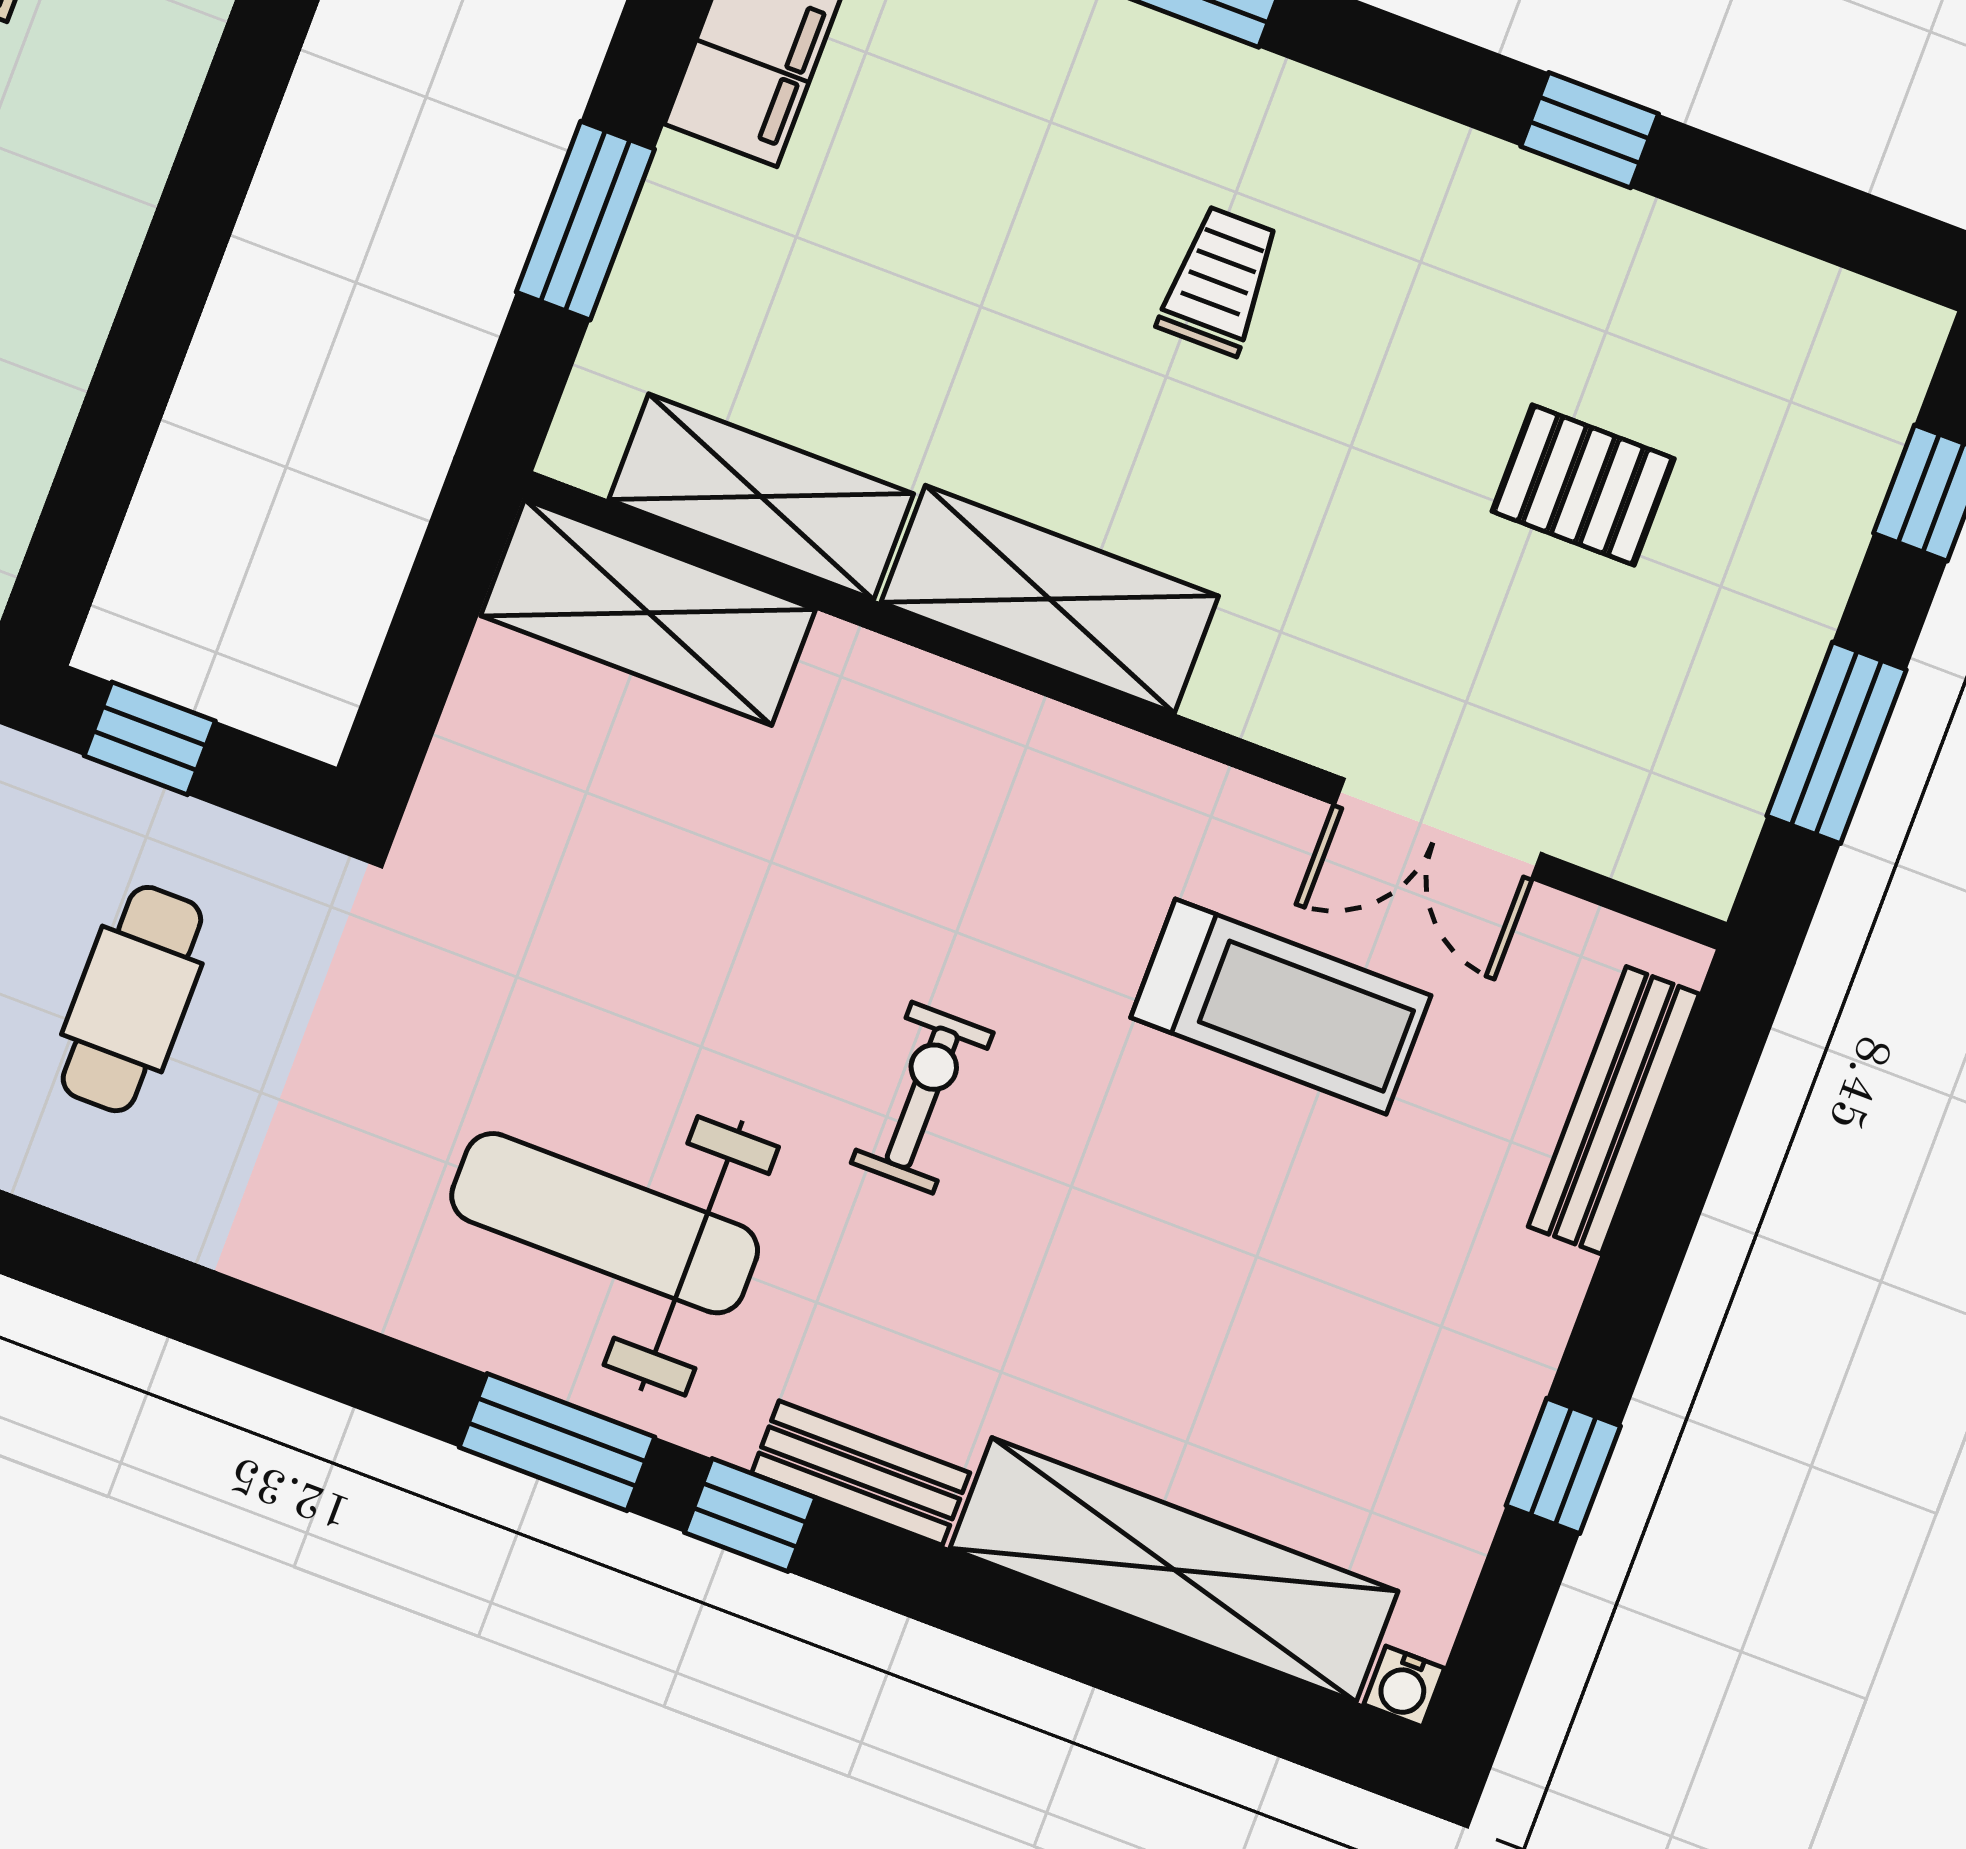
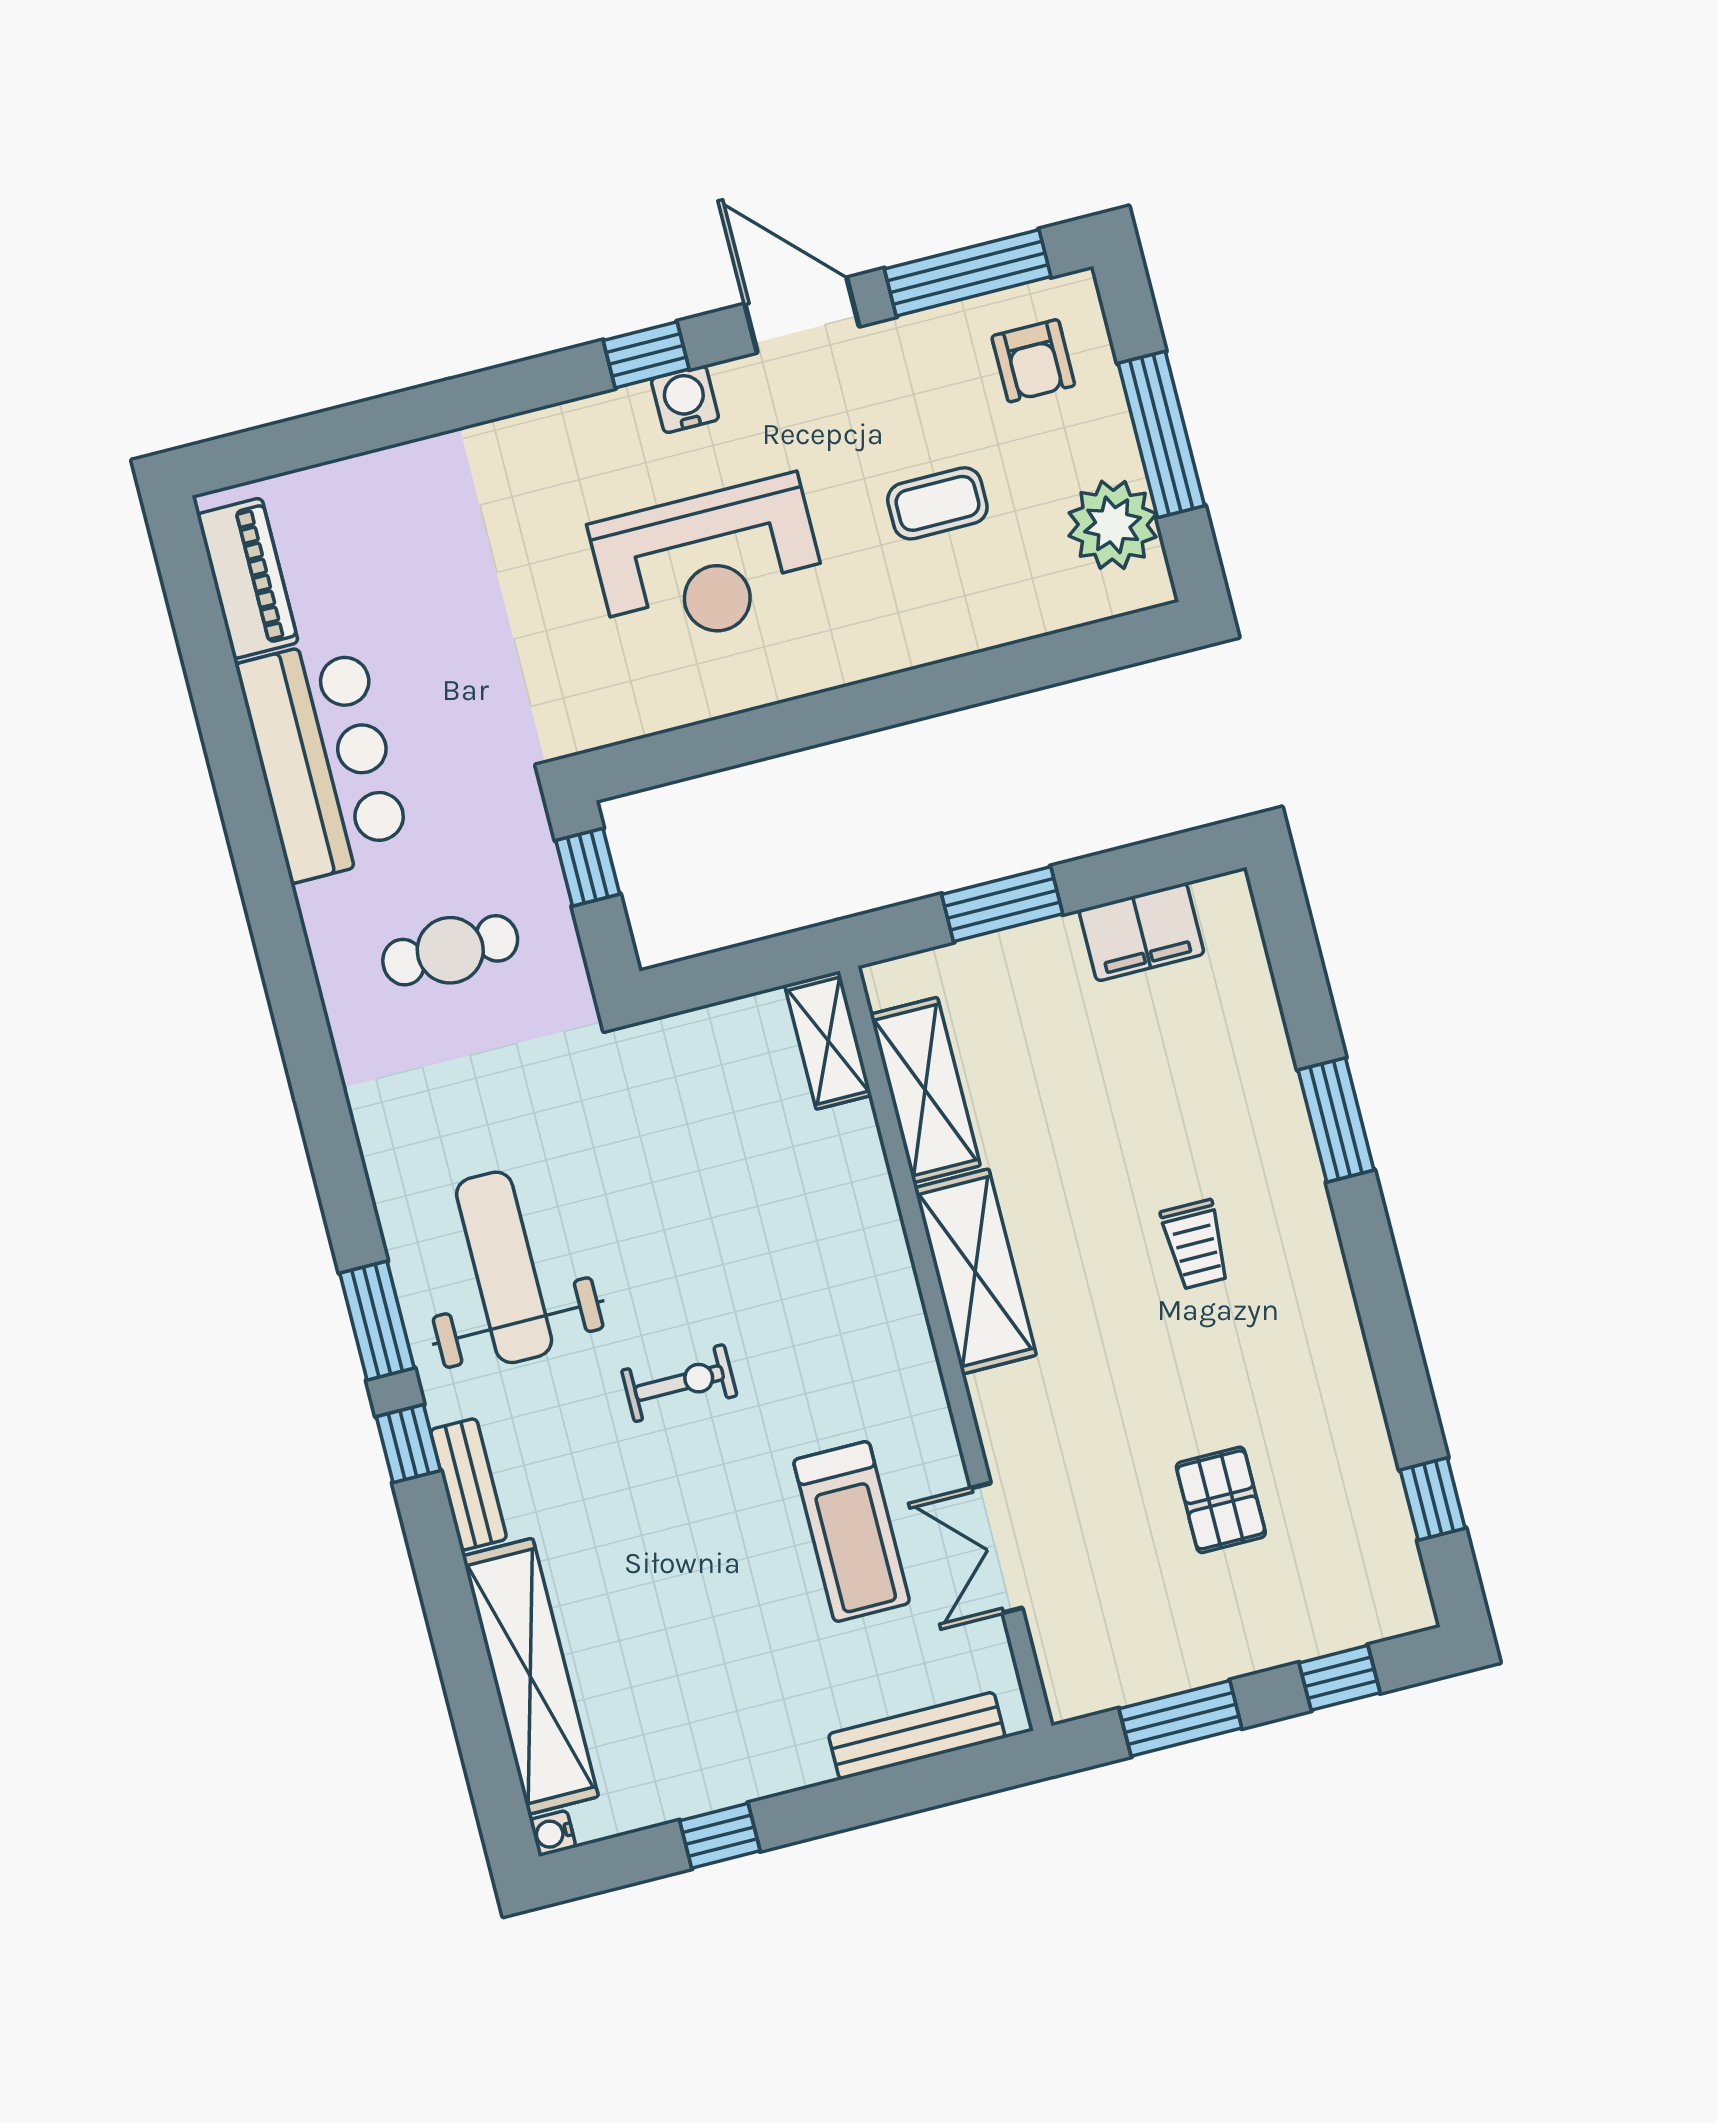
window: (1590, 130) -> (1433, 1499), moved
trolley: (1219, 281) -> (1195, 1244), turned 90
shelving: (648, 613) -> (828, 1041), width x0.67, depth x0.75

